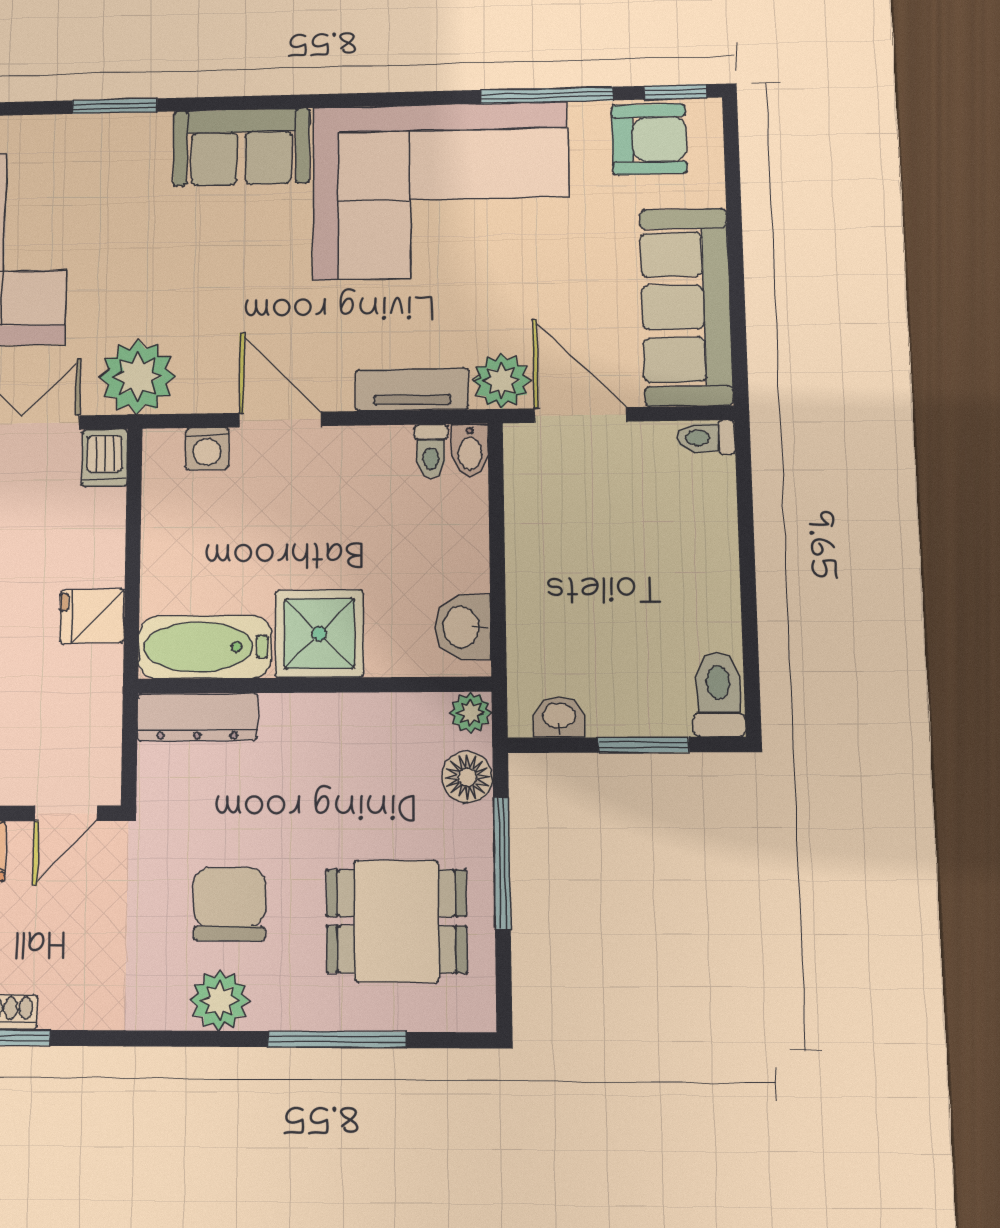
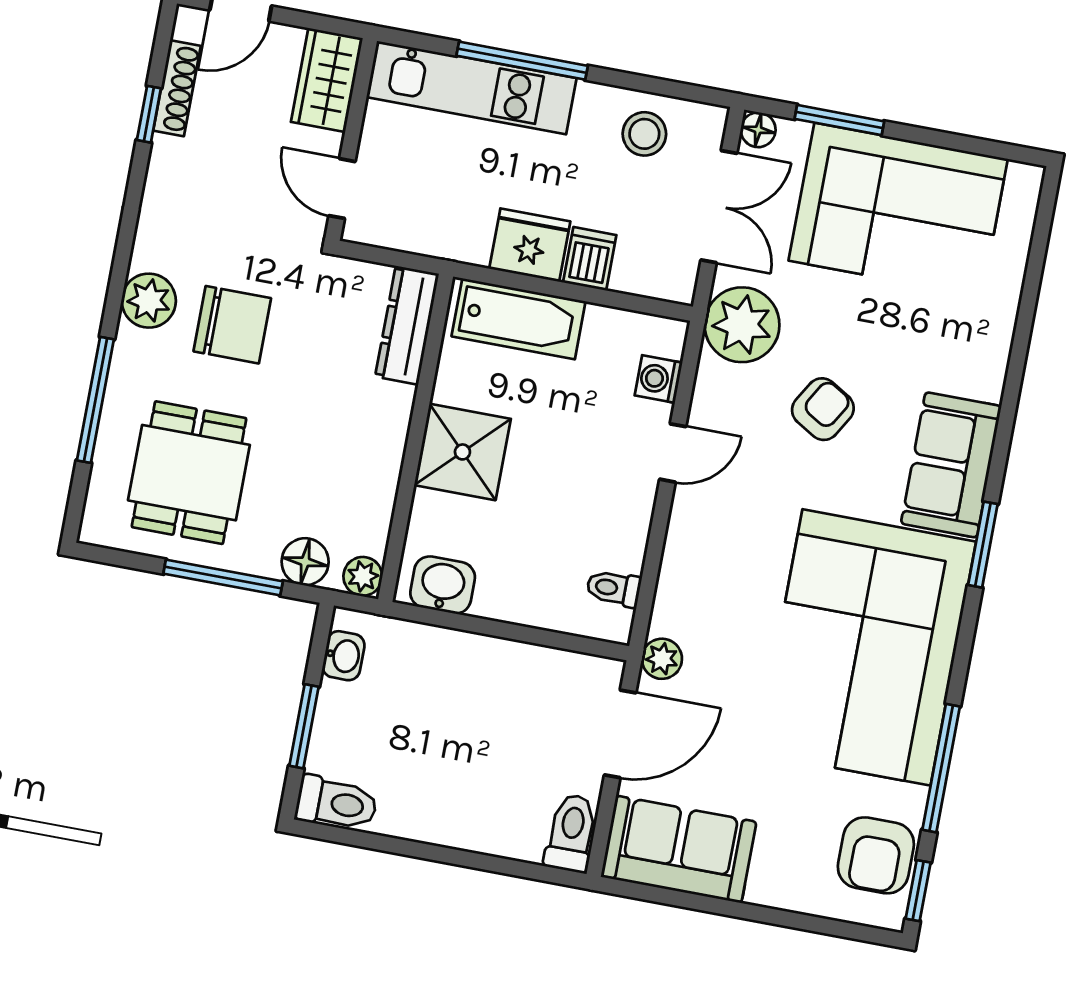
window: (115, 106) -> (983, 545), moved
armchair: (208, 281) -> (823, 409), added
sofa: (686, 307) -> (679, 849), width x0.73
plant: (502, 381) -> (662, 659), width x0.73, depth x0.73
tv unit: (412, 389) -> (677, 582), removed
door: (280, 419) -> (673, 453), width x0.73
toilet: (706, 438) -> (571, 833), width x1.37, depth x1.39
bidet: (470, 450) -> (608, 625), removed
dishwasher: (105, 458) -> (590, 259), moved, turned 90
fridge: (92, 616) -> (530, 245), width x1.38
bathtub: (205, 647) -> (519, 319), moved, turned 90

